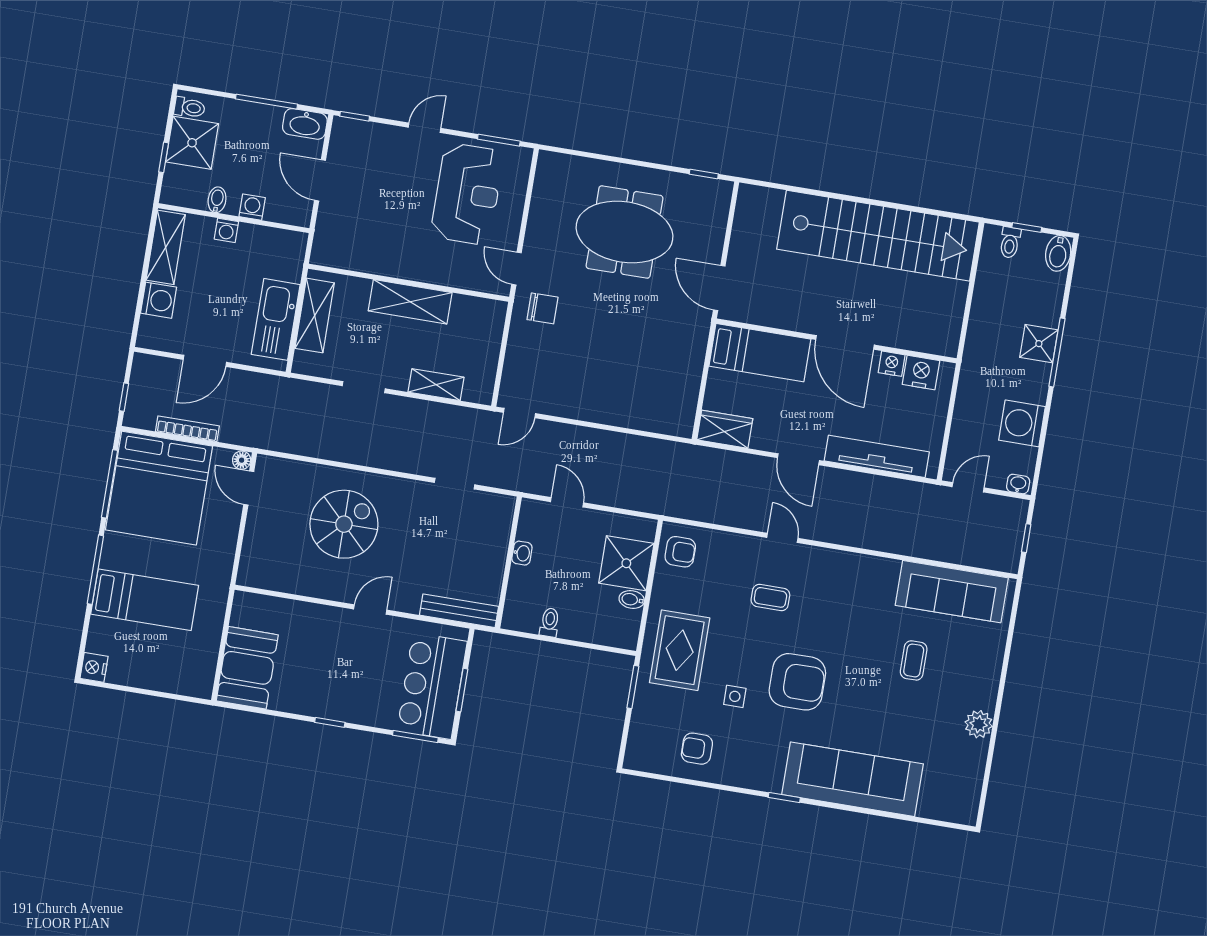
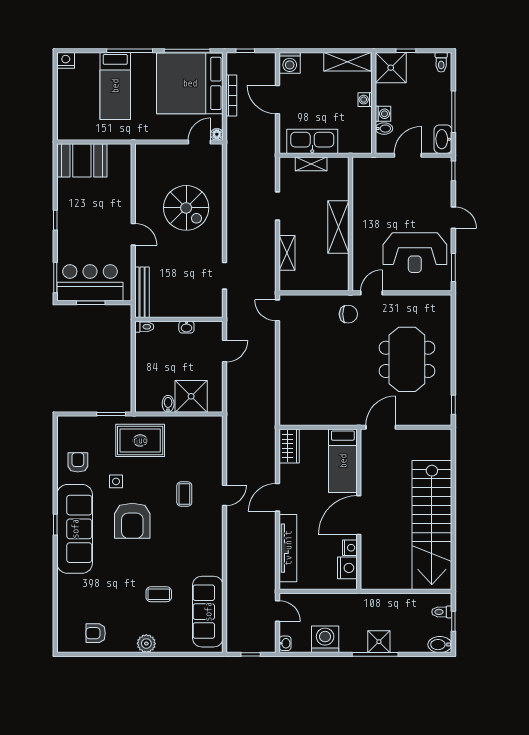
shower: (192, 143) -> (391, 68), moved
bidet: (217, 200) -> (384, 129), moved
washing machine: (159, 300) -> (290, 63), moved
chair: (543, 308) -> (348, 314), turned -90
shelving: (315, 316) -> (311, 164), width x0.67, depth x0.75
armchair: (680, 552) -> (96, 633), moved, turned 90
toilet: (550, 622) -> (144, 327), moved
plant: (979, 724) -> (146, 644), moved
sofa: (853, 779) -> (75, 529), moved

